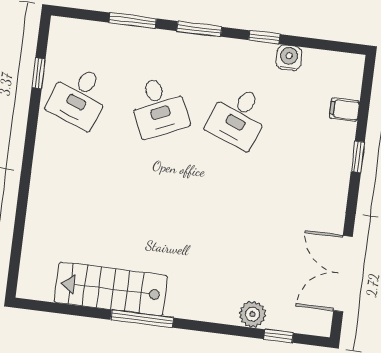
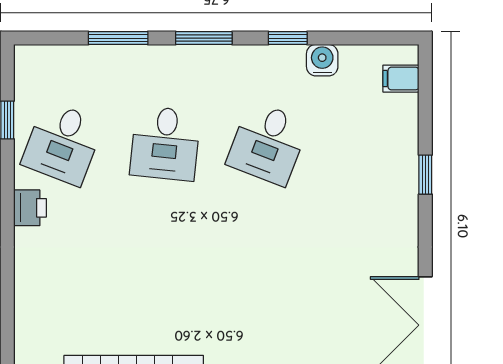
desk: (159, 107) -> (165, 143), turned 30
filing cabinet: (345, 109) -> (401, 79), moved
printer: (48, 144) -> (30, 208), added

